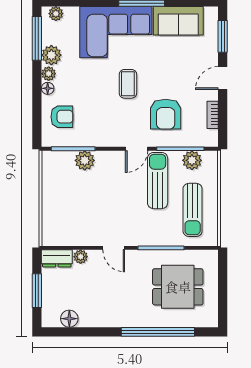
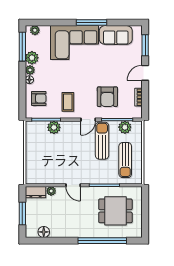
coffee table: (128, 84) -> (68, 102), moved

